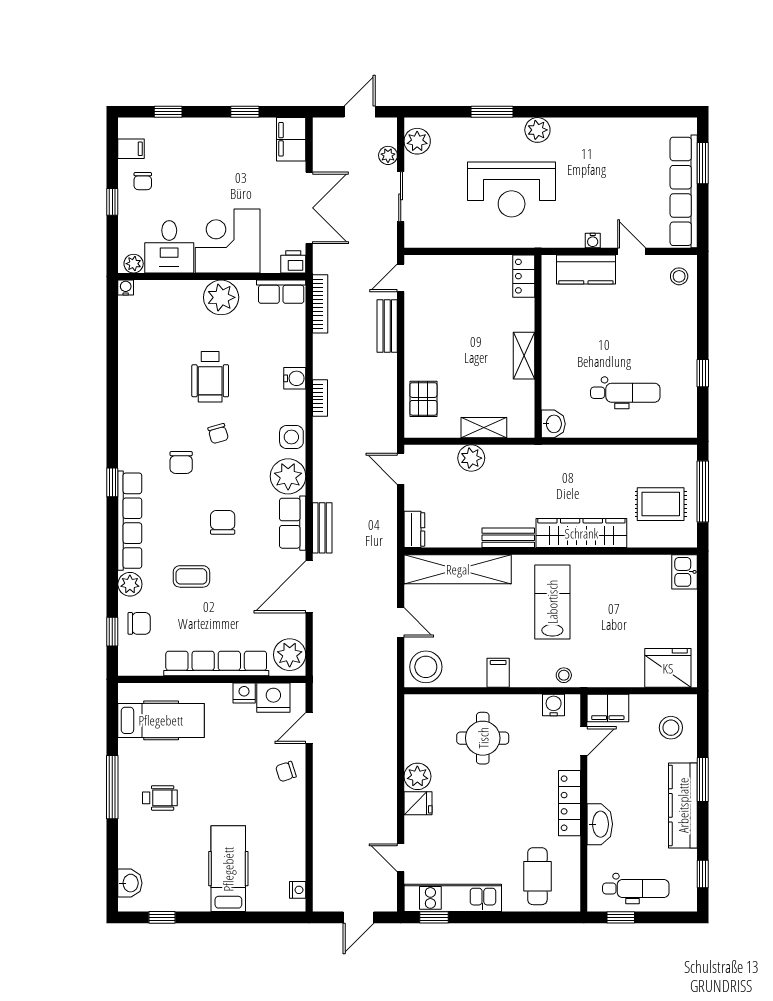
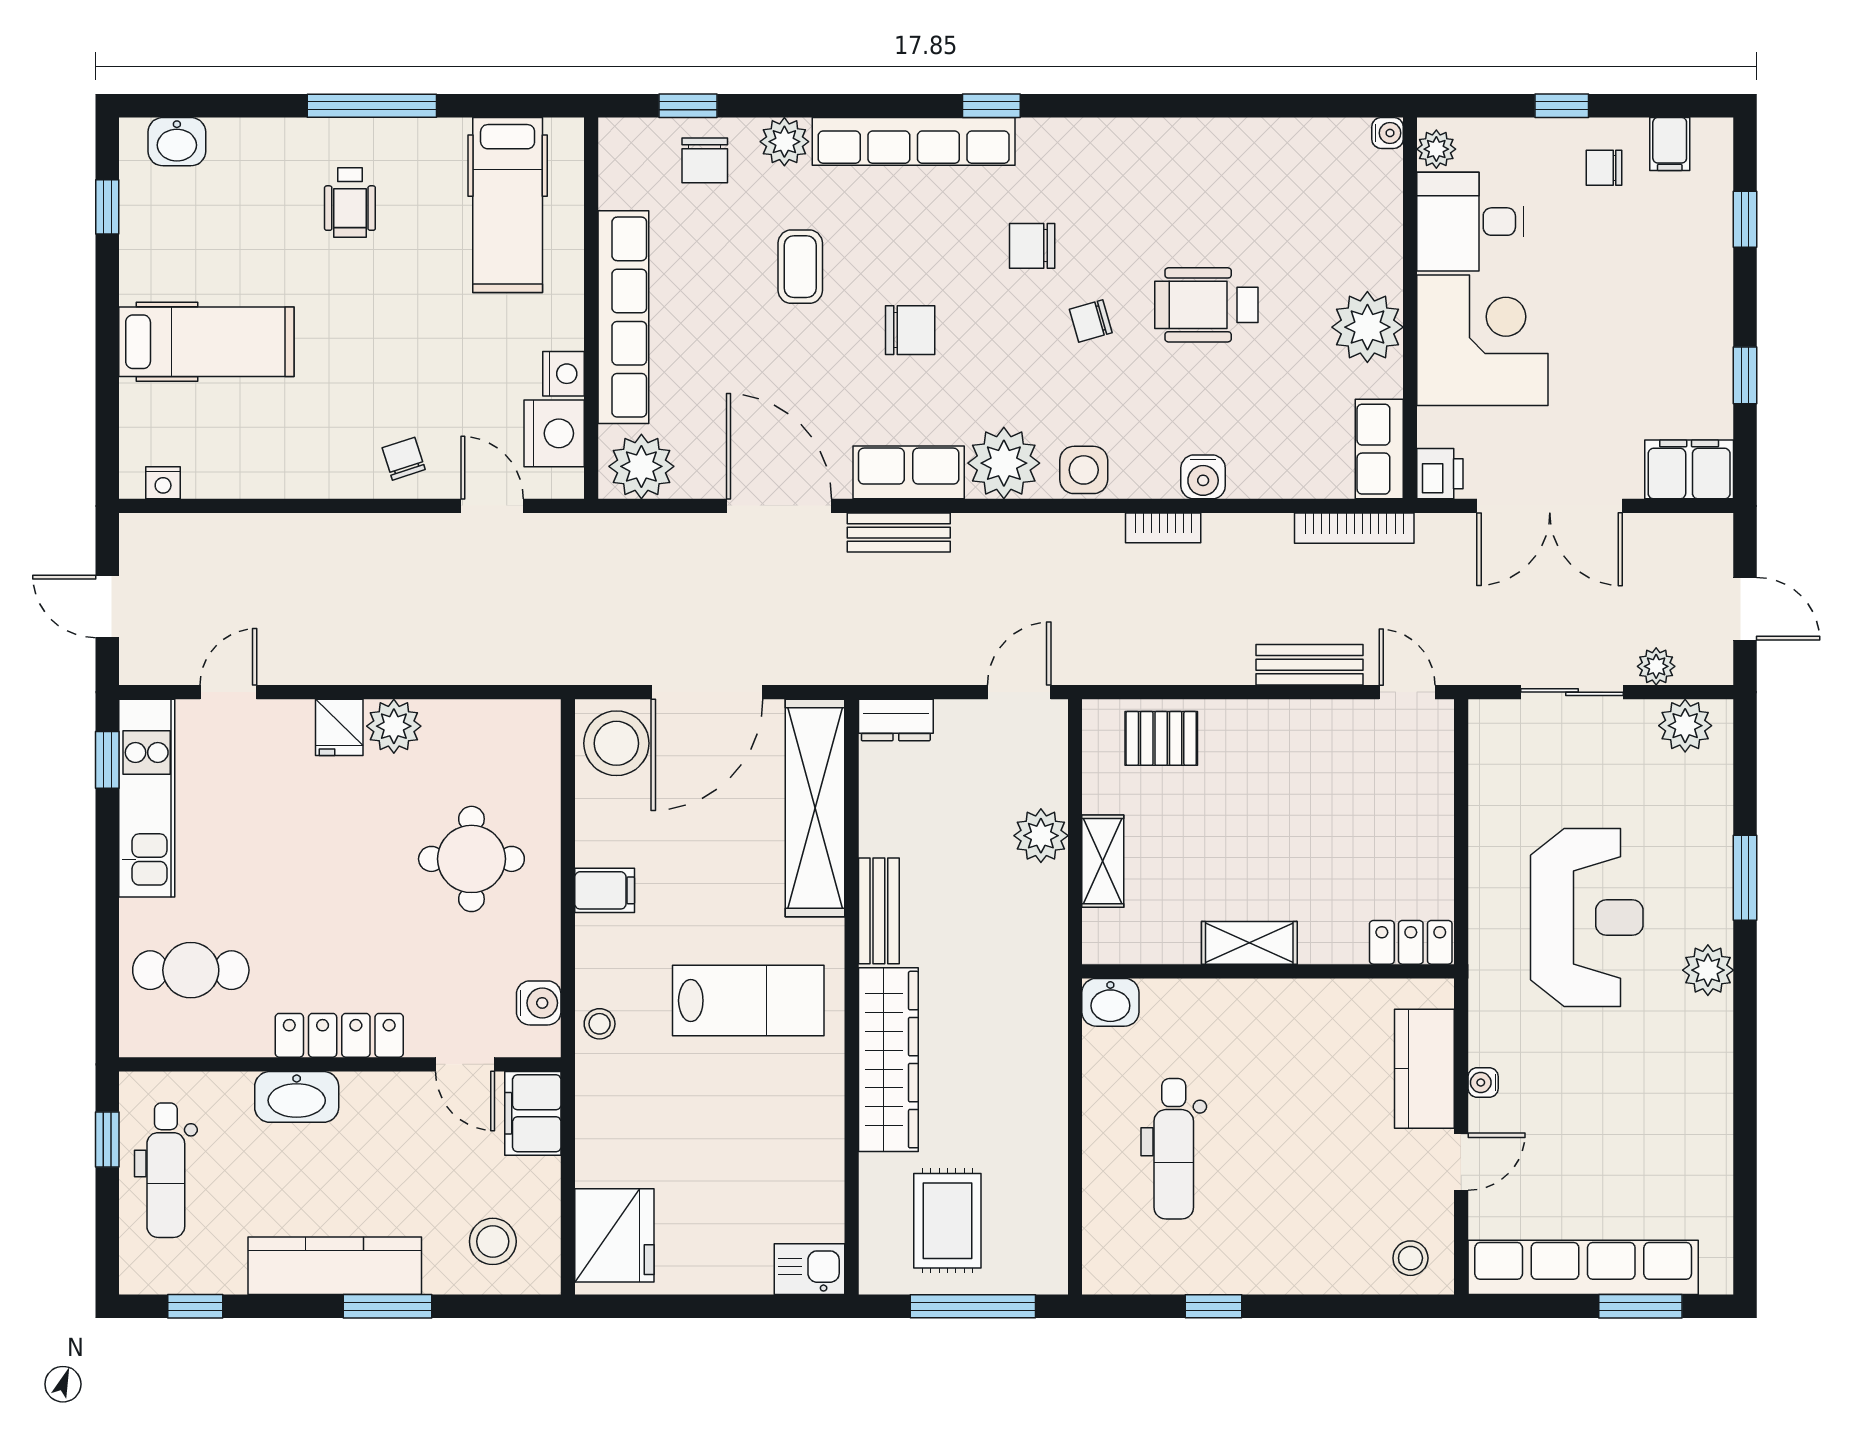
reception desk: (512, 190) -> (1587, 918), turned 180
door: (401, 622) -> (707, 692), width x1.88

